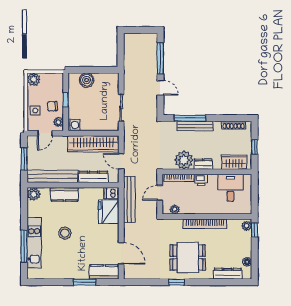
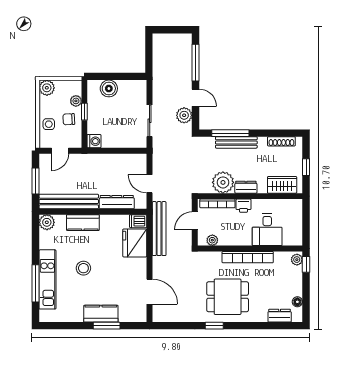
plant: (151, 103) -> (184, 115), added
plant: (58, 122) -> (76, 101), moved
wardrobe: (93, 144) -> (117, 163), removed
desk: (230, 188) -> (267, 230), moved, turned 180
kitchen counter: (104, 272) -> (101, 314), moved
dresser: (228, 274) -> (280, 316), width x0.70

